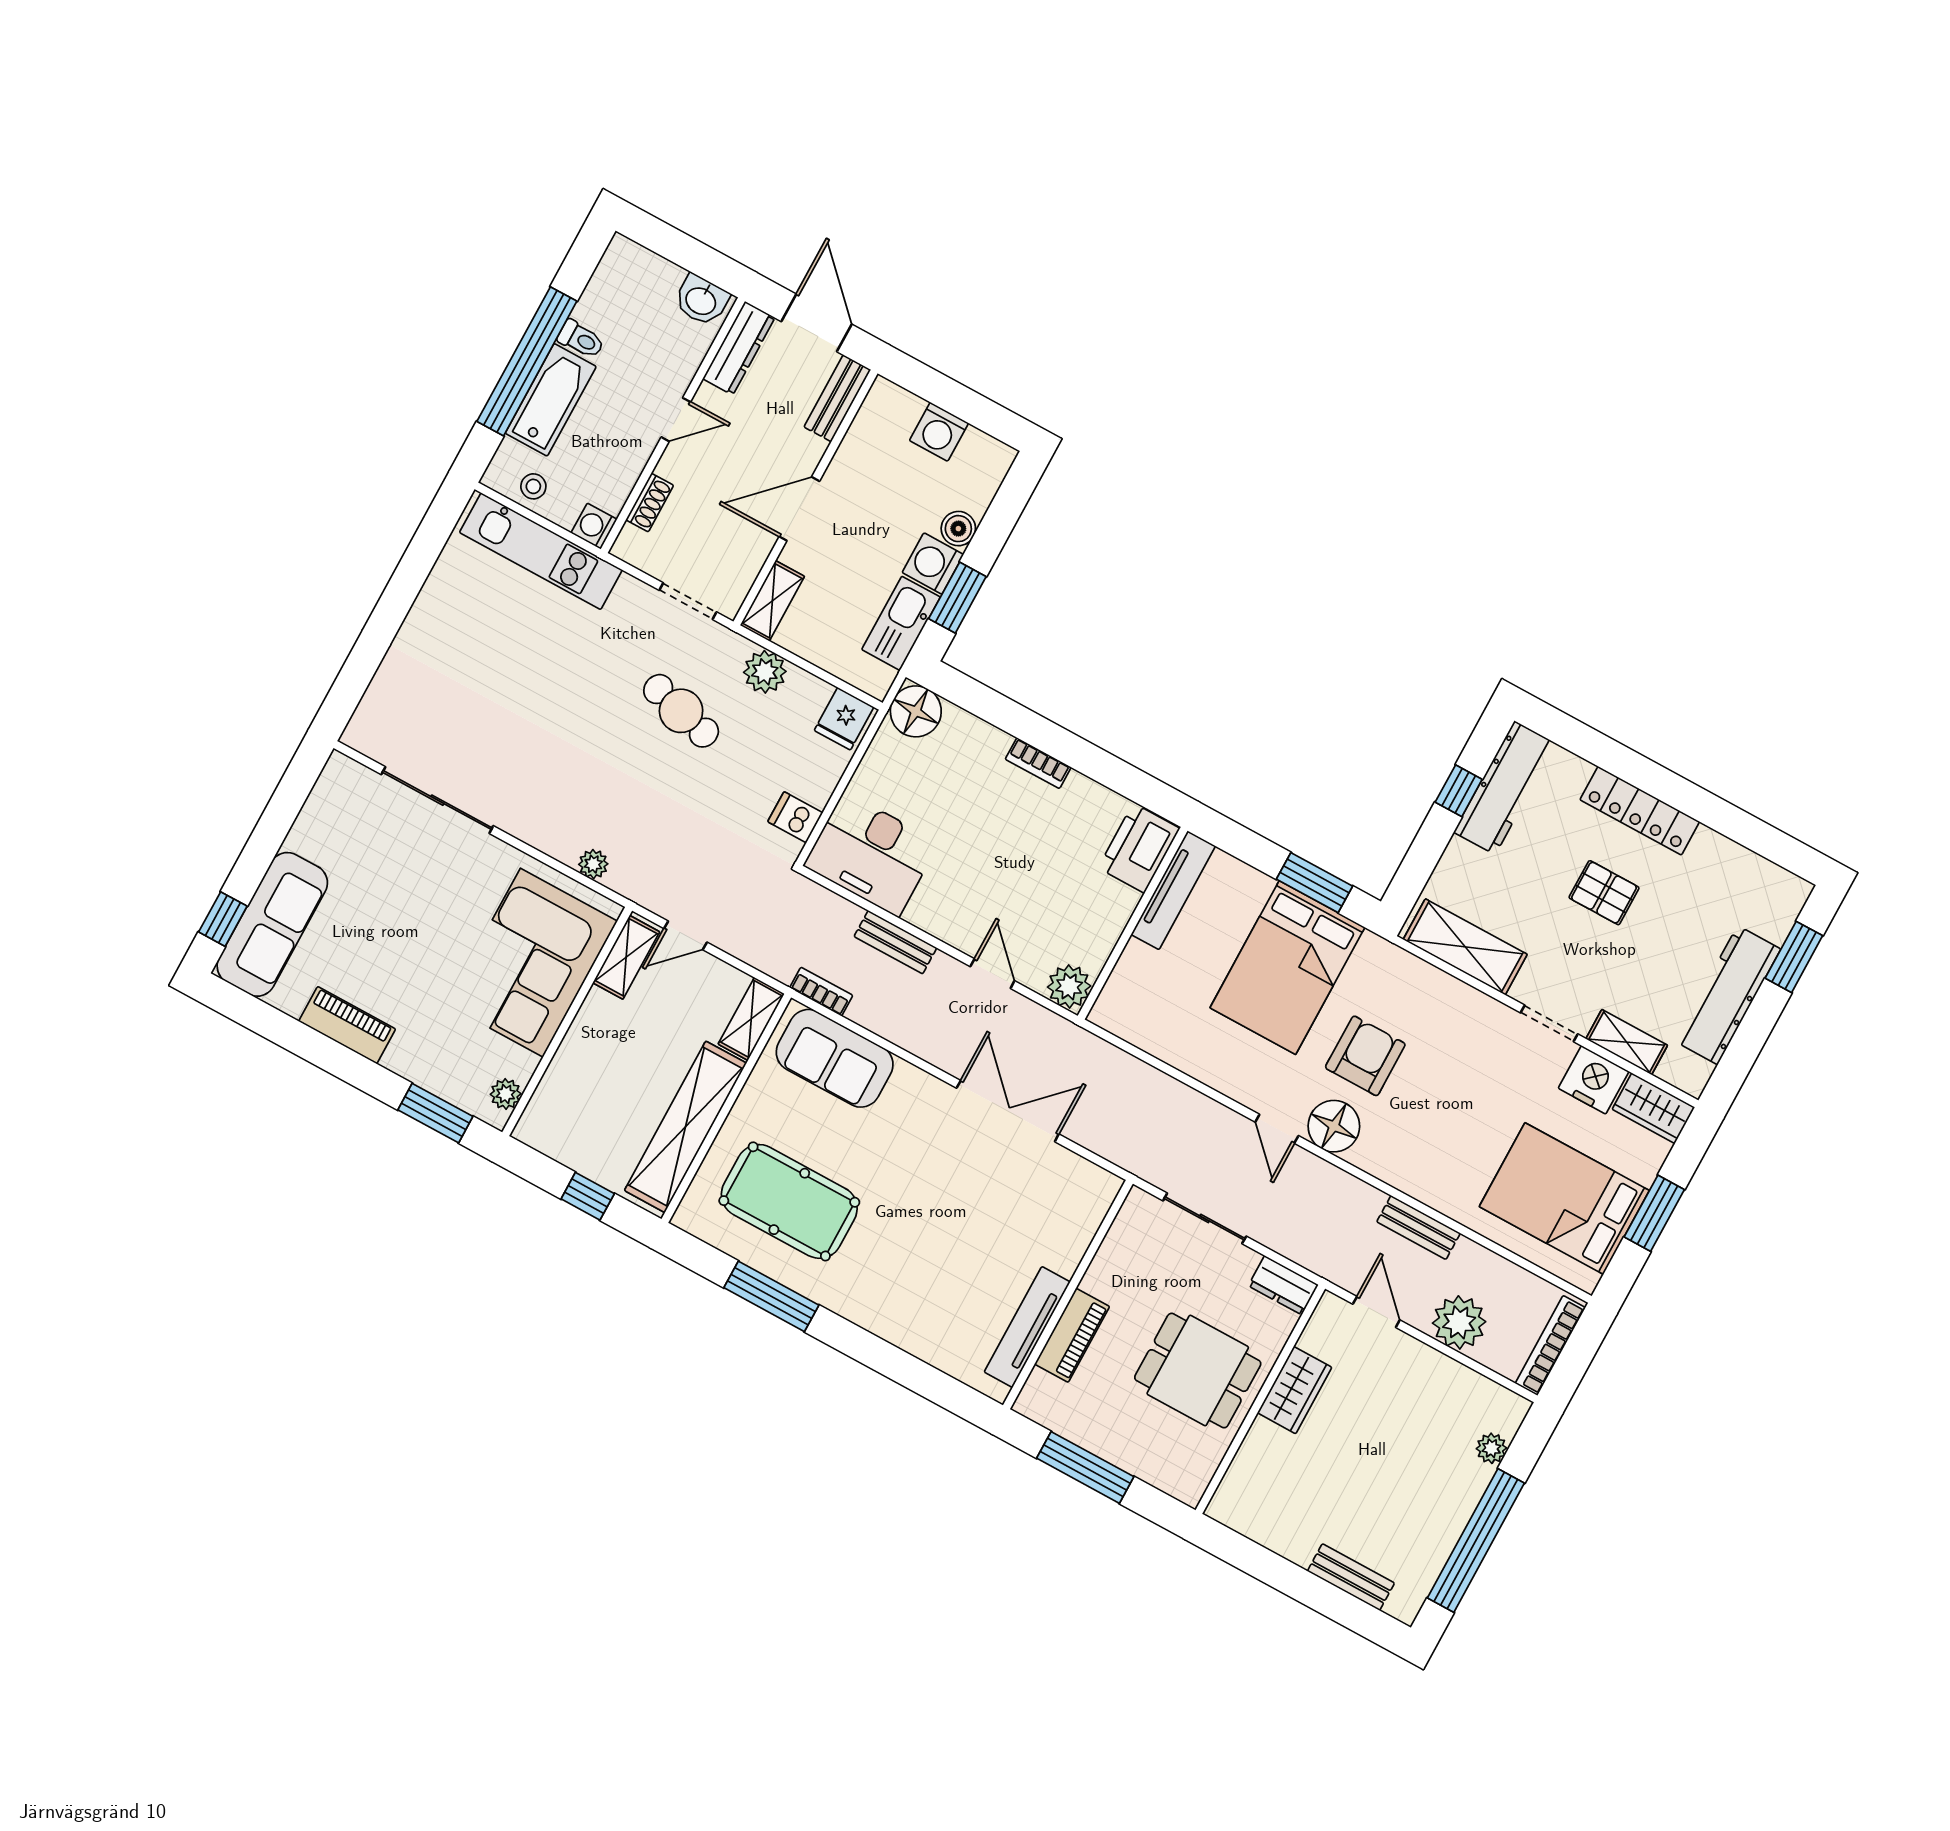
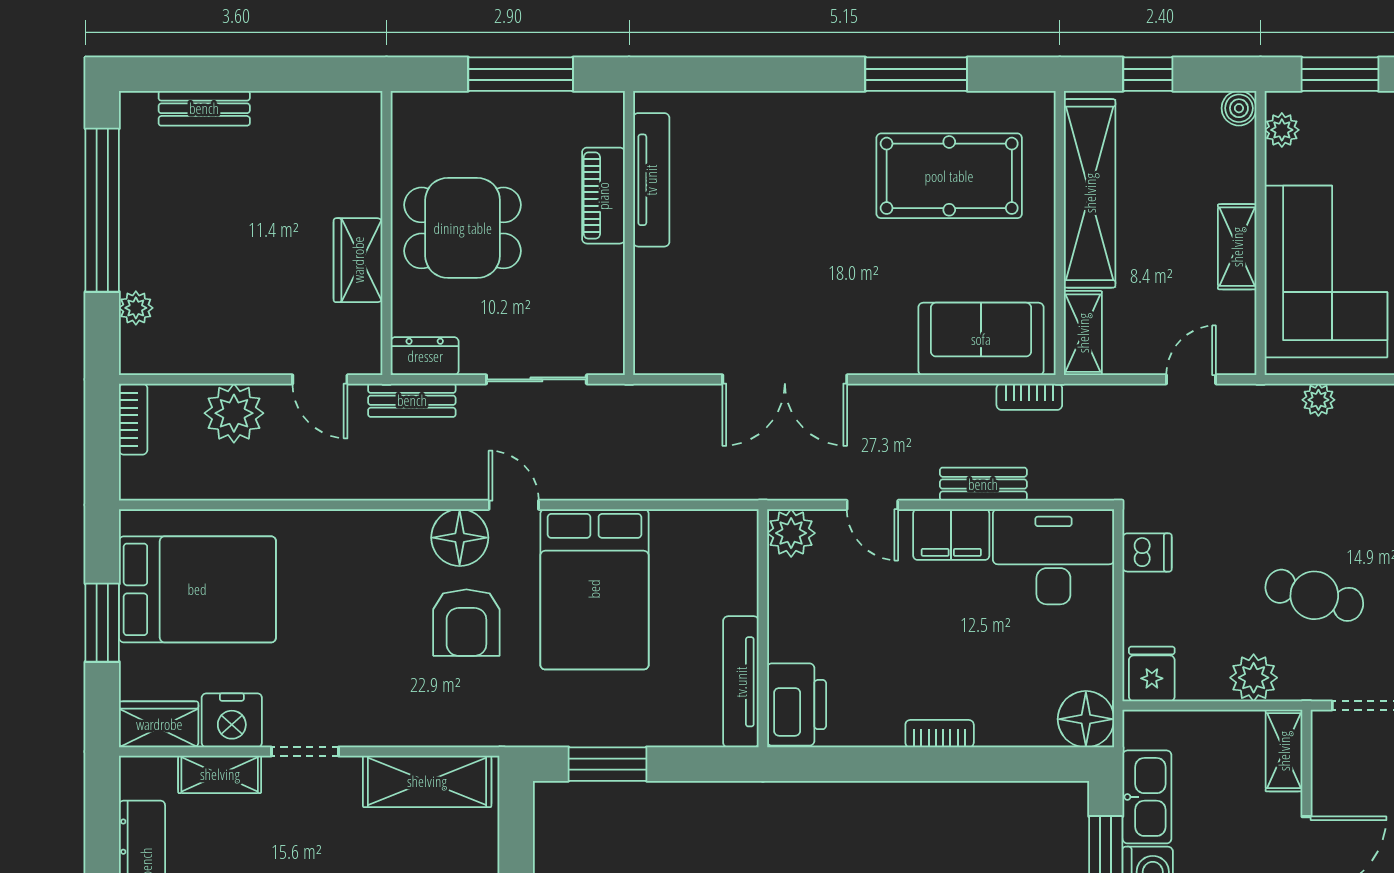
filing cabinet: (943, 916) -> (951, 535), added
shelving: (626, 957) -> (1237, 247), moved
bed: (1287, 968) -> (594, 589), moved, turned 180
boiler: (530, 1130) -> (1239, 108), added
bench: (1418, 1227) -> (412, 400), moved
bookcase: (1550, 1345) -> (133, 419), width x0.64

